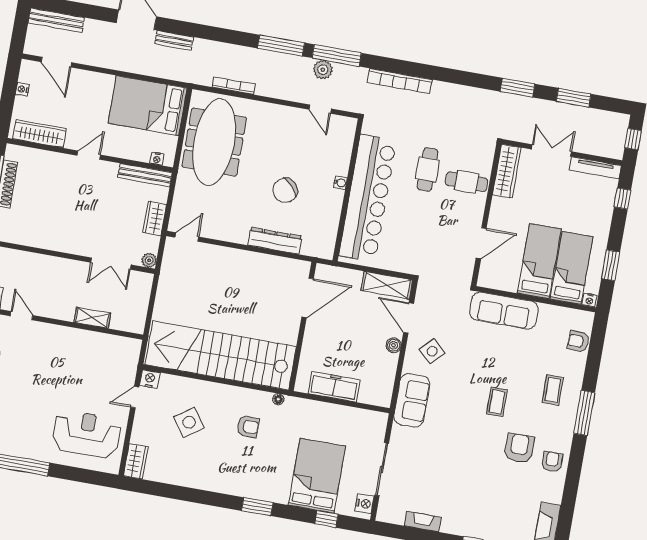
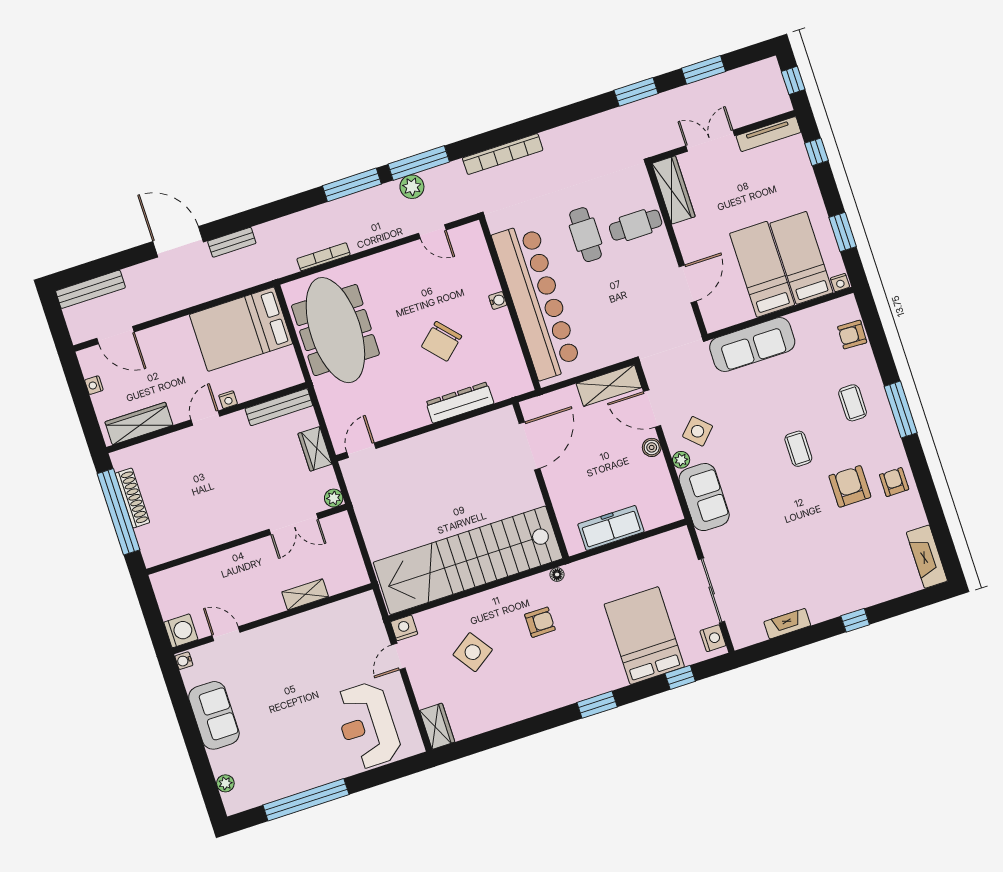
nightstand: (157, 159) -> (228, 400), moved
plant: (410, 365) -> (681, 460), added
reception desk: (87, 434) -> (367, 725), turned -90

